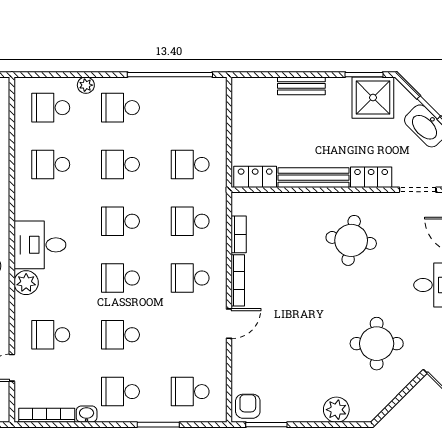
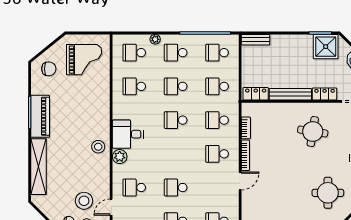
bench: (301, 86) -> (256, 40), moved
school desk: (120, 278) -> (217, 53), moved

